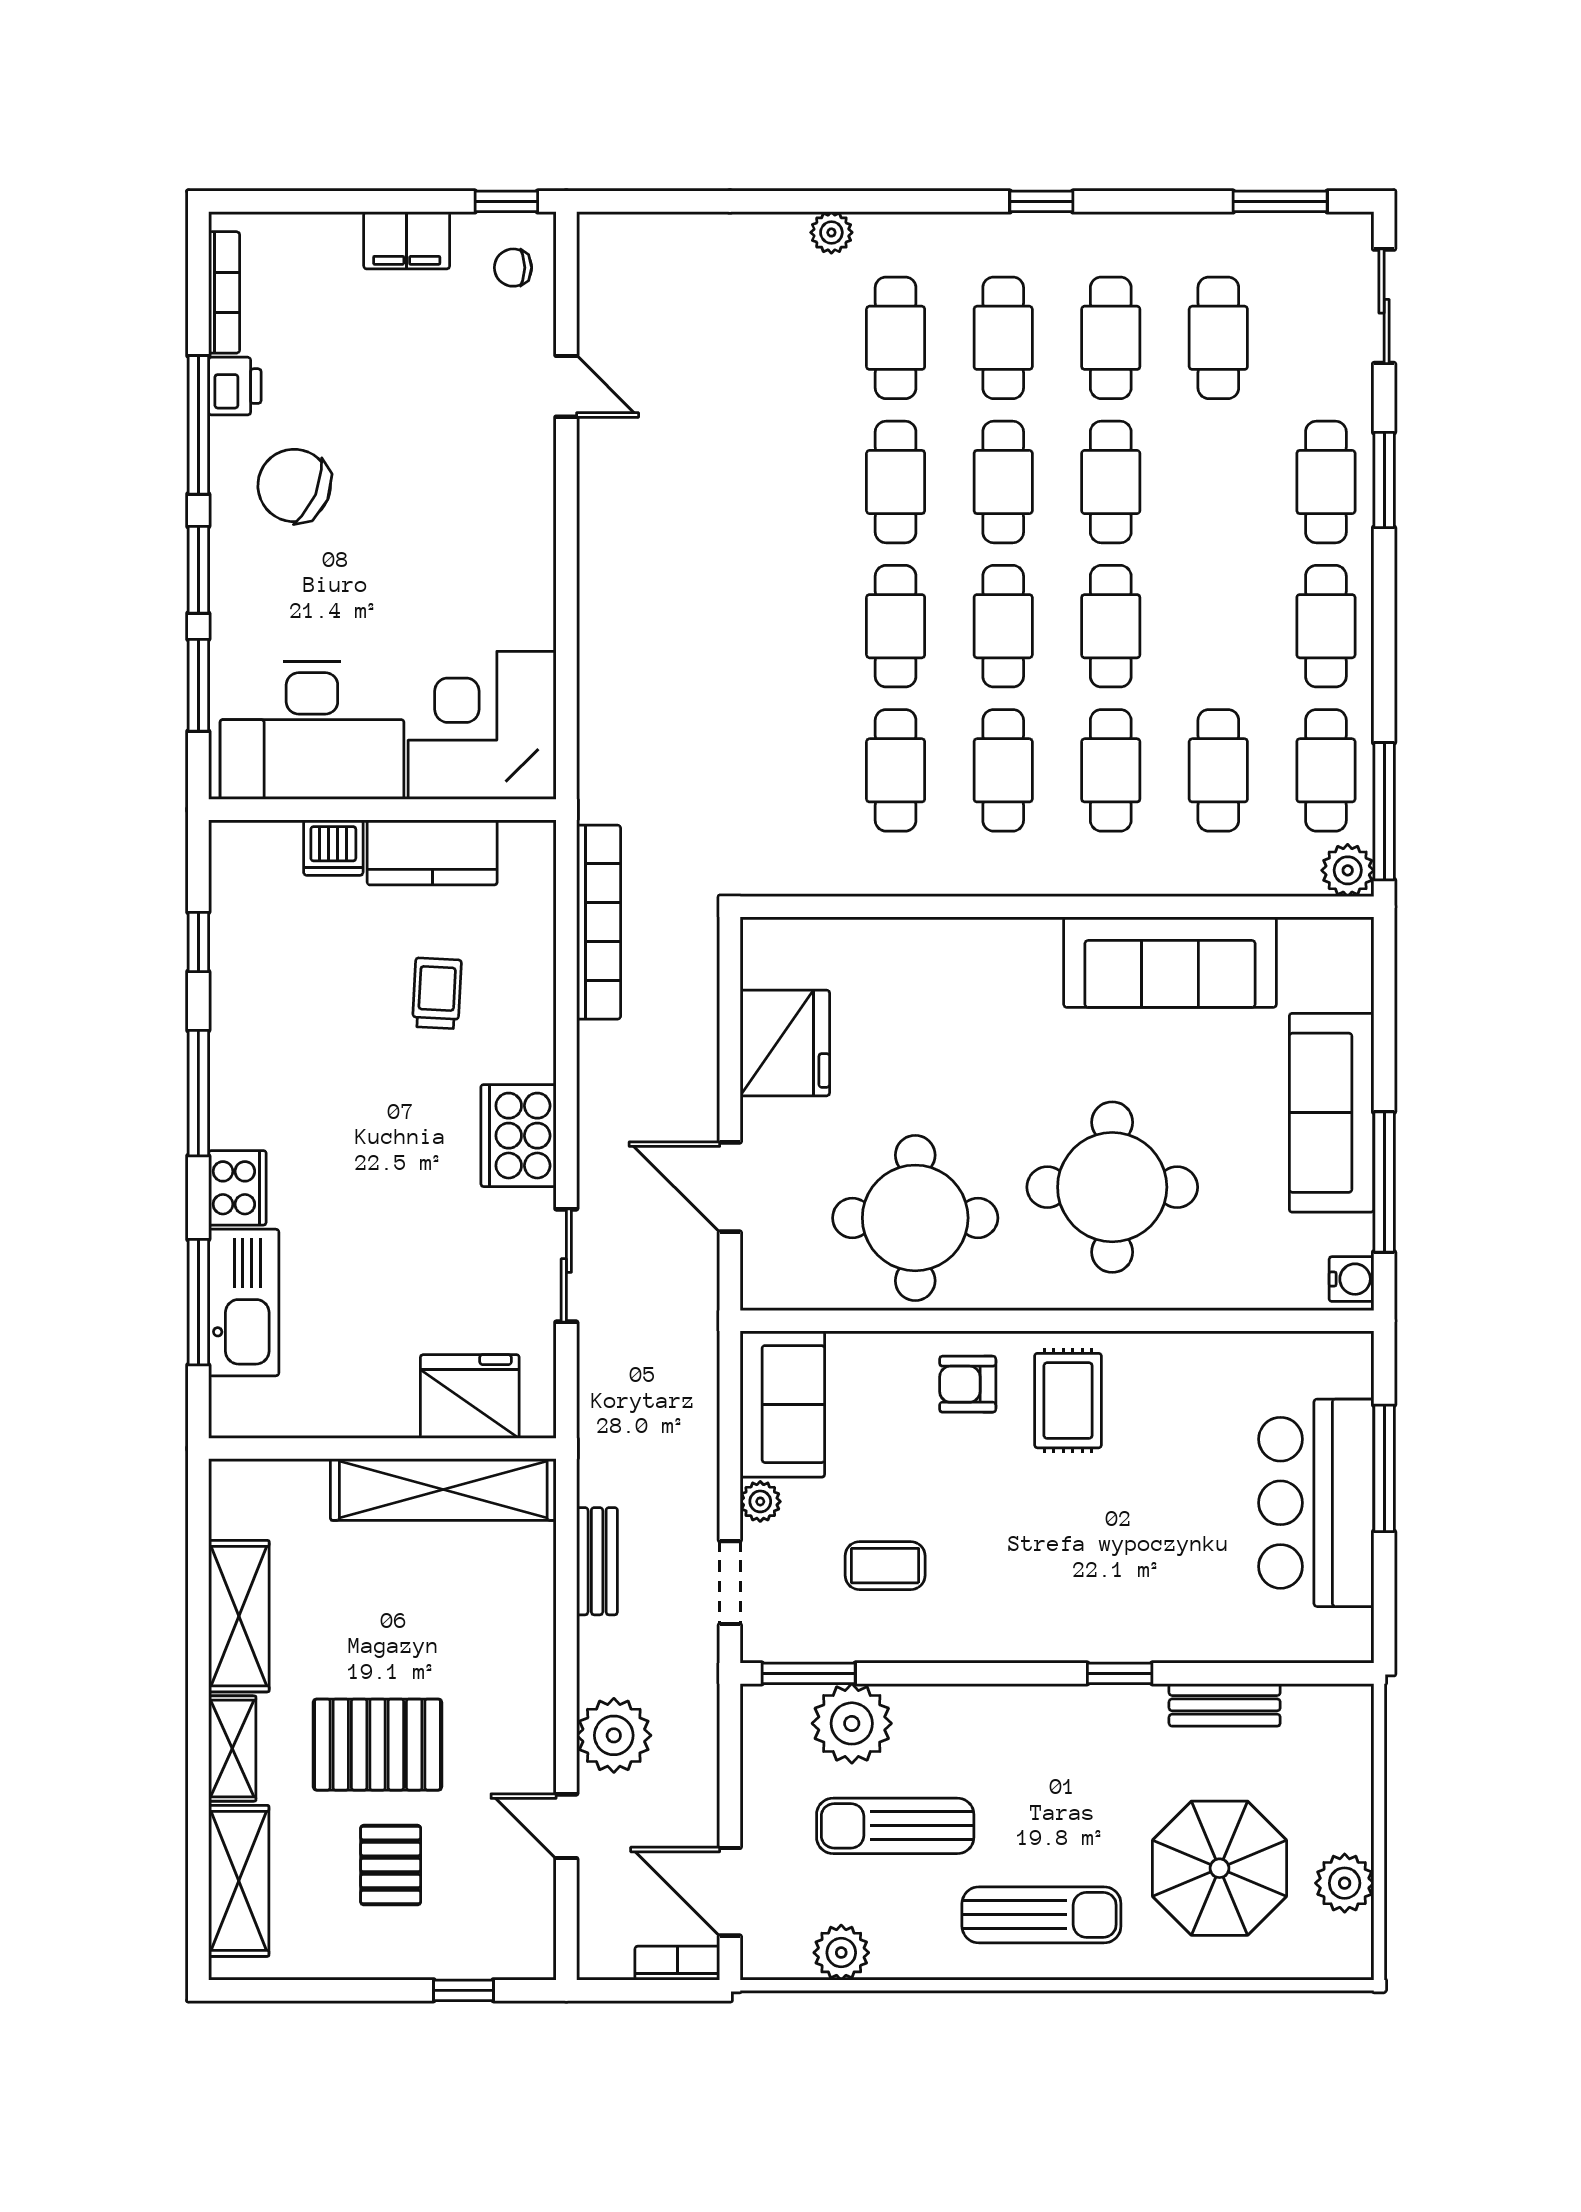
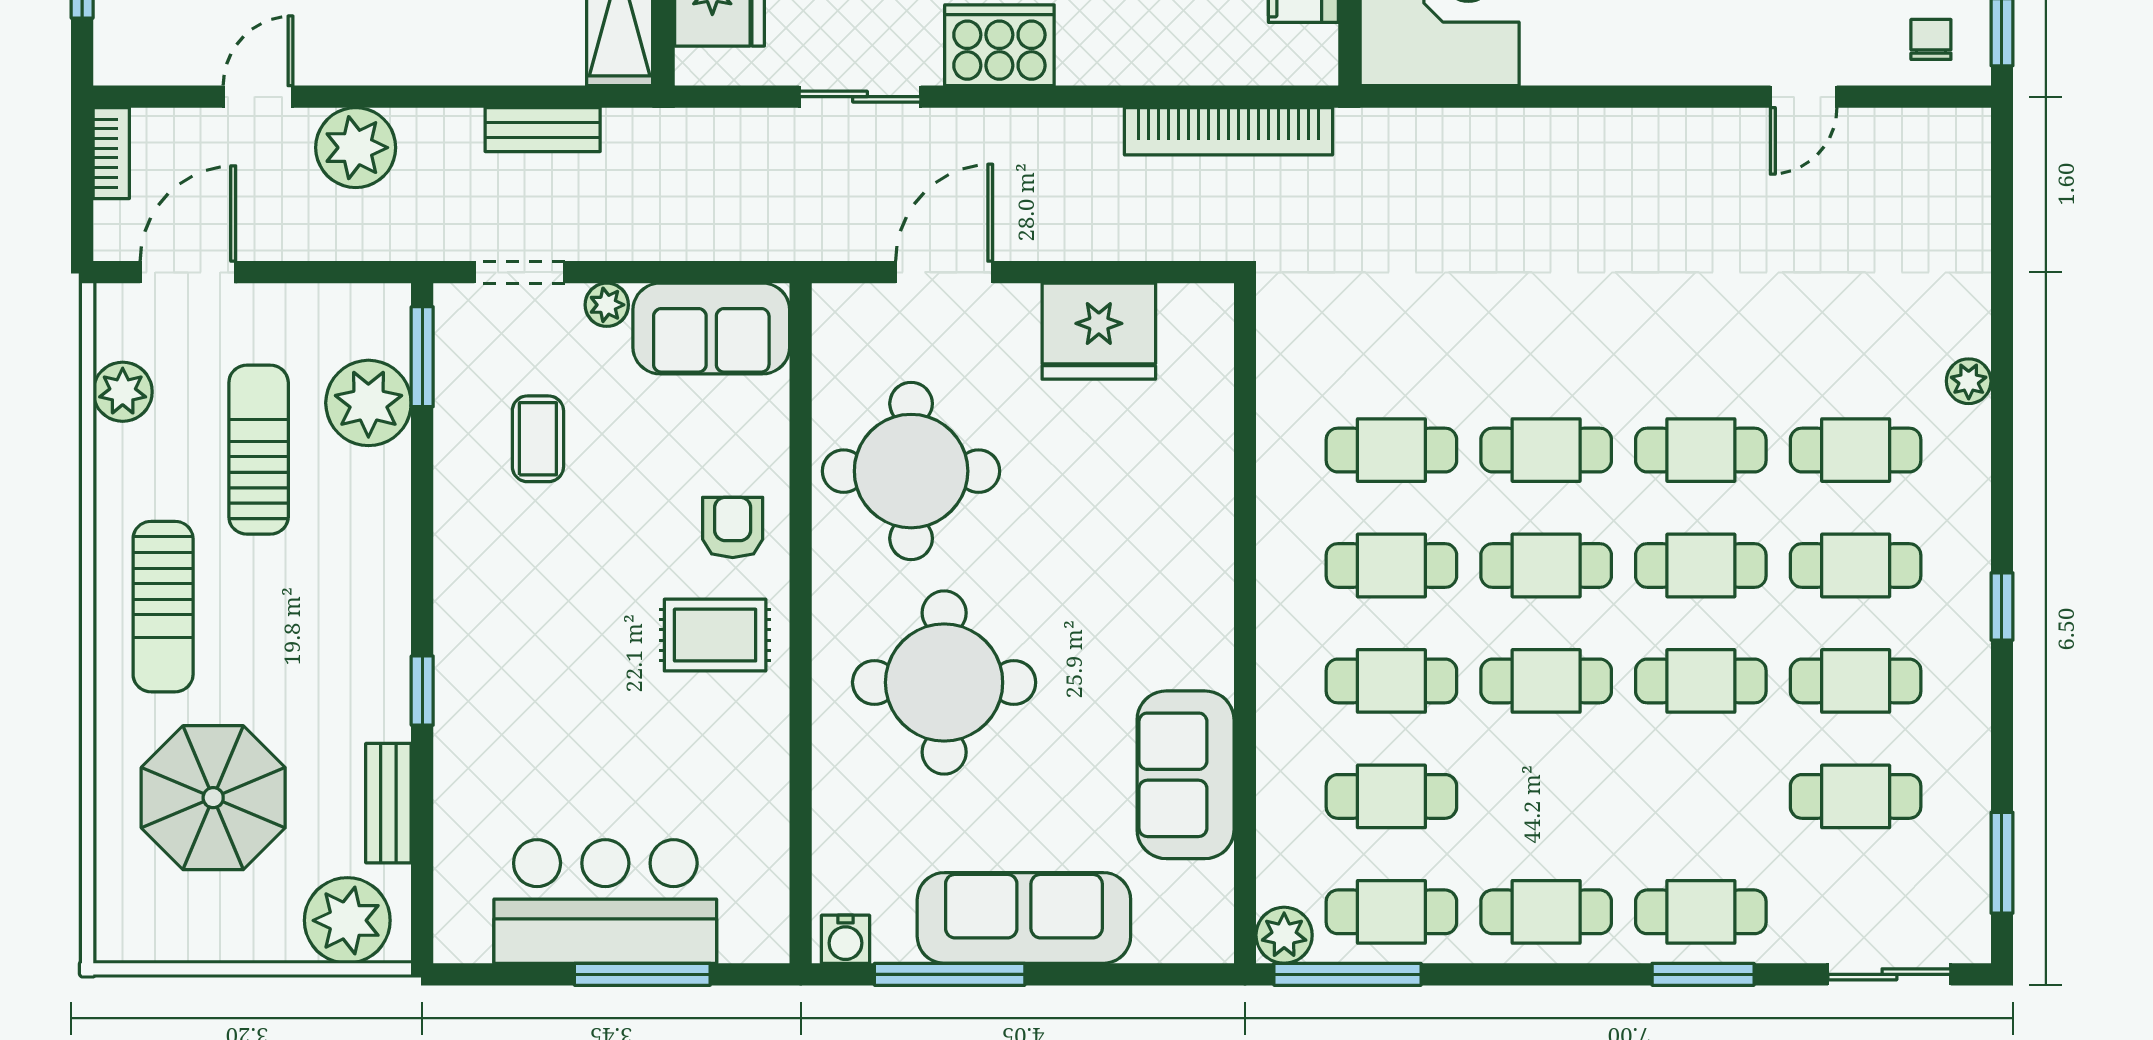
sofa: (1170, 962) -> (1186, 775), width x0.73
plant: (1345, 1883) -> (347, 920), moved, width x1.36, depth x1.36
bookcase: (677, 1963) -> (111, 153), moved

